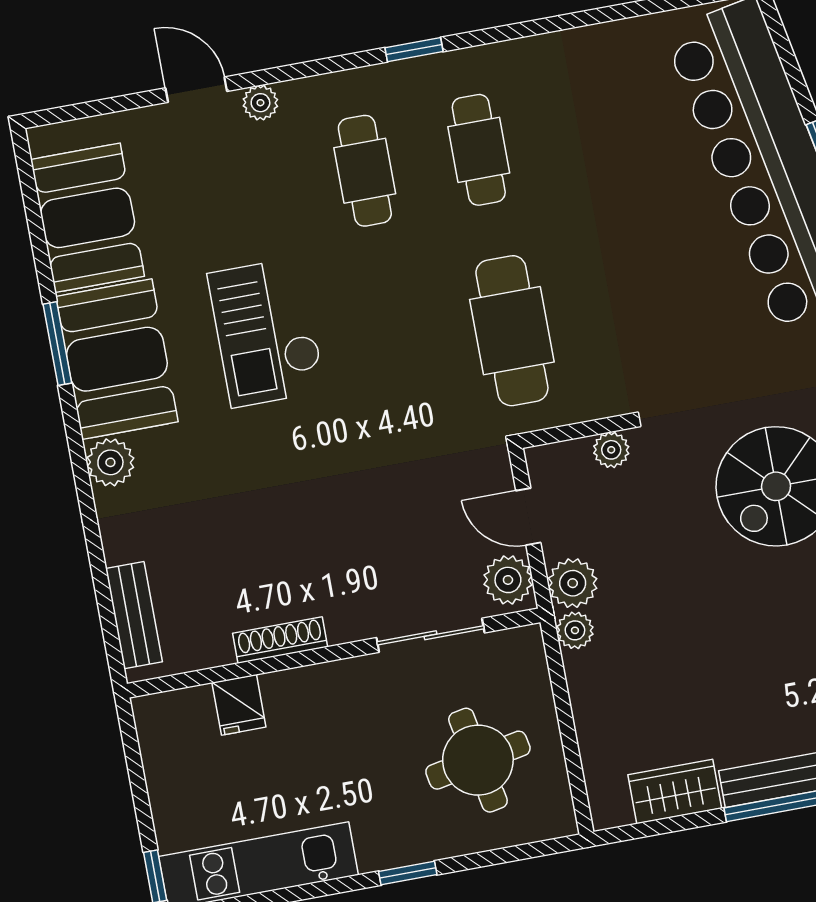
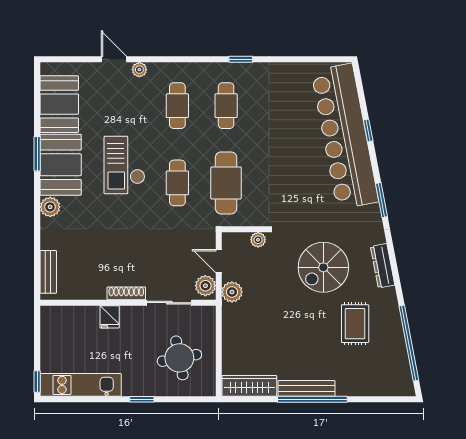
window: (414, 50) -> (241, 59), moved
cafe table: (398, 352) -> (177, 183), added
plant: (575, 630) -> (229, 312), removed
shoe rack: (280, 640) -> (126, 293), moved
fridge: (239, 705) -> (110, 317), moved
wardrobe: (675, 792) -> (249, 386), width x1.50

